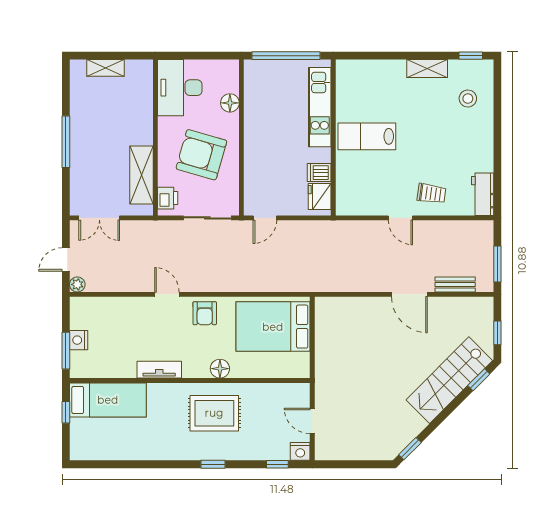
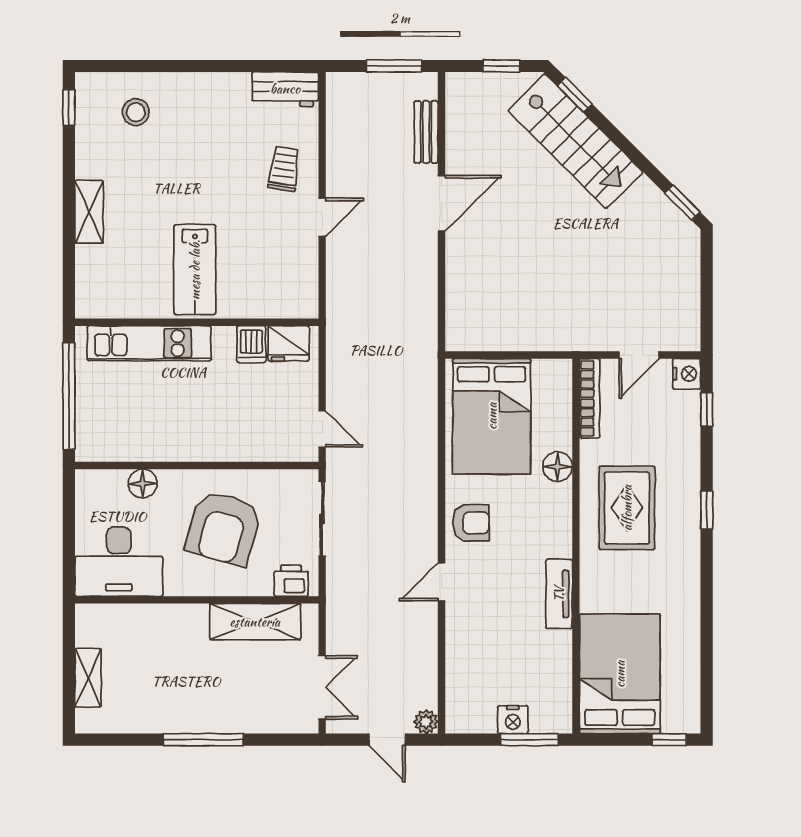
shelving: (427, 69) -> (89, 212), moved
floor lamp: (220, 369) -> (557, 467), moved
bookcase: (284, 389) -> (590, 398), added
bed: (108, 400) -> (620, 674), width x1.50
window: (66, 412) -> (669, 740), moved

